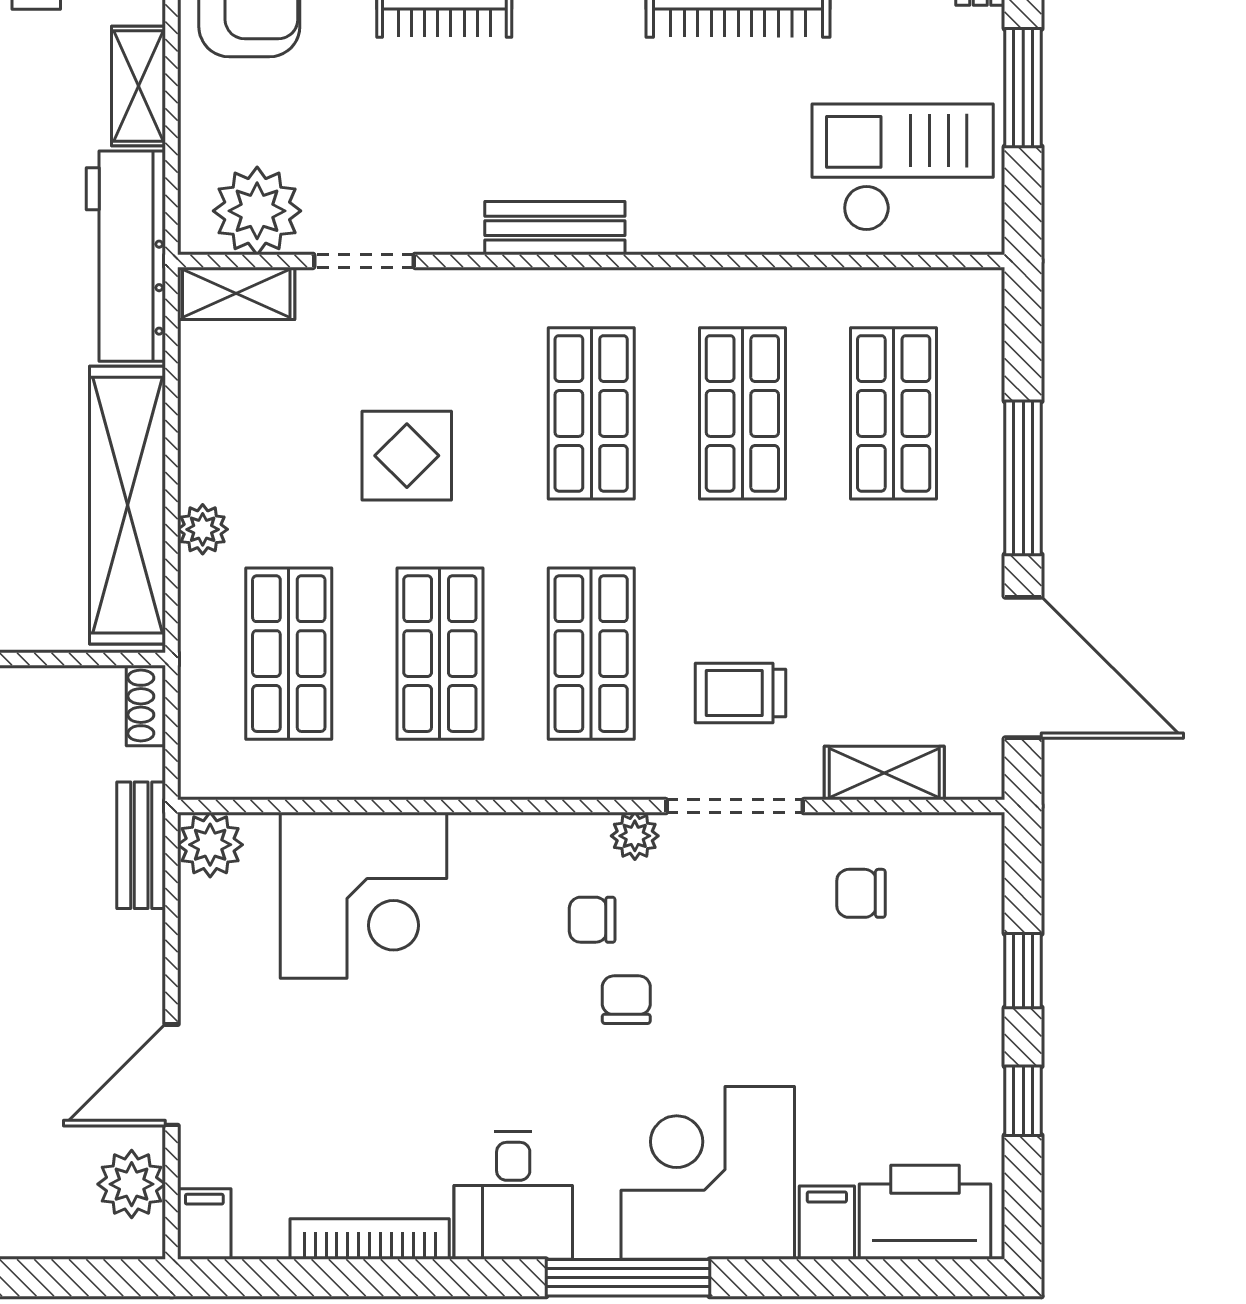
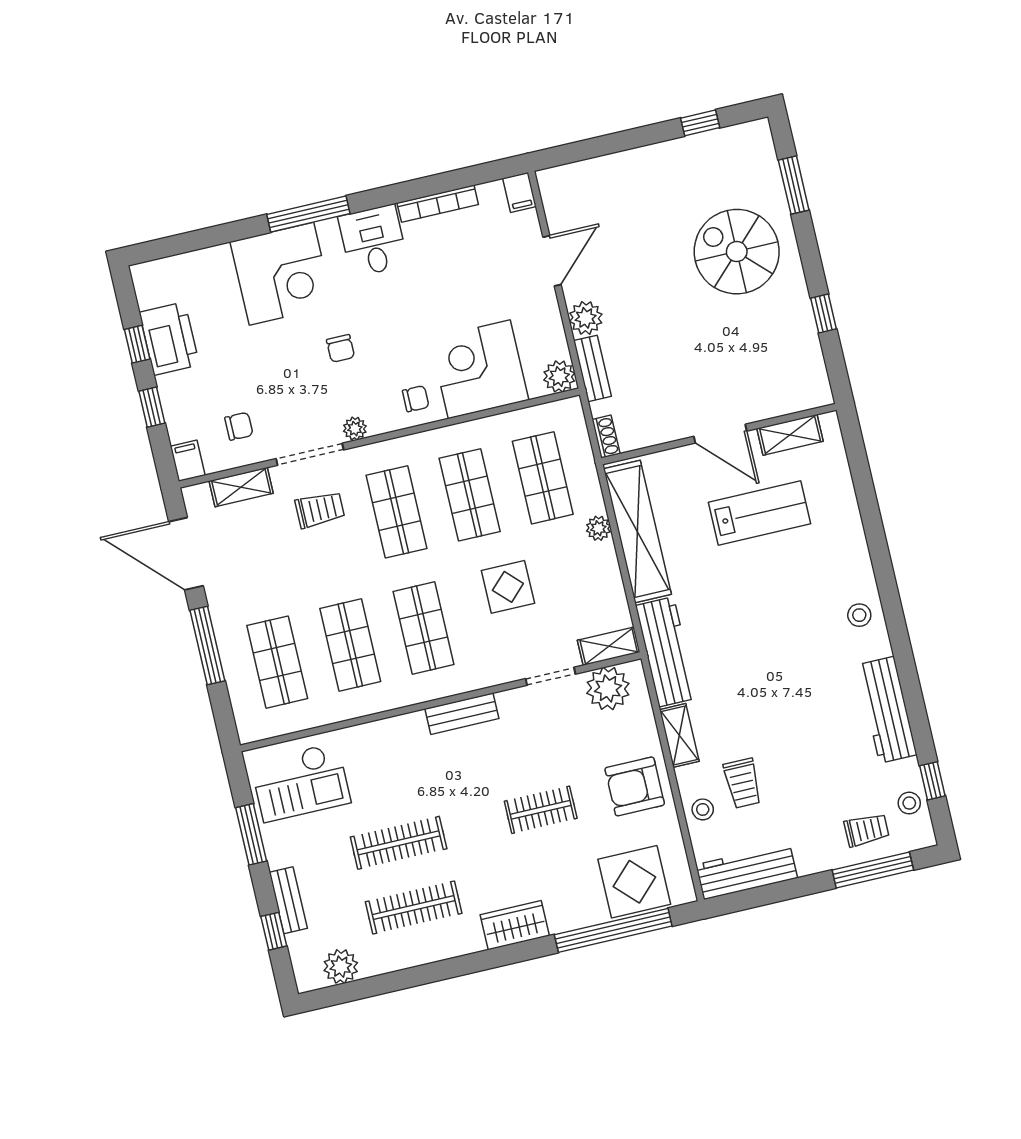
chair: (592, 920) -> (416, 399), moved
plant: (132, 1184) -> (586, 318), moved
printer: (925, 1212) -> (169, 339), moved, turned -90
filing cabinet: (827, 1223) -> (188, 461), moved, turned 180

